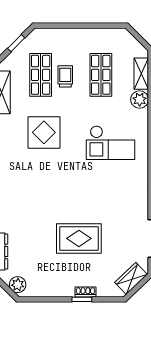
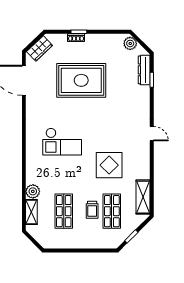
checkout: (110, 143) -> (62, 142), moved, turned 180
rug: (79, 238) -> (81, 80), width x1.37, depth x1.44

